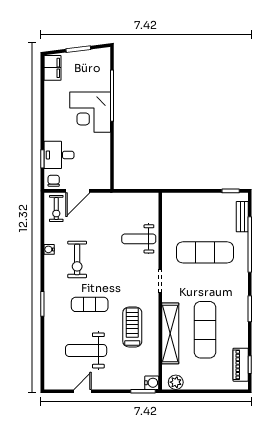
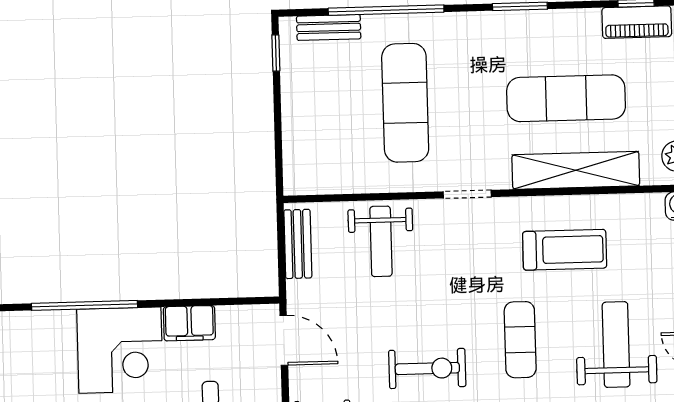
filing cabinet: (102, 146) -> (189, 323), added
door: (78, 191) -> (284, 340), moved
bench: (139, 199) -> (298, 244), added
treadmill: (132, 327) -> (565, 250), turned 180
weight bench: (86, 350) -> (616, 345), turned 180

